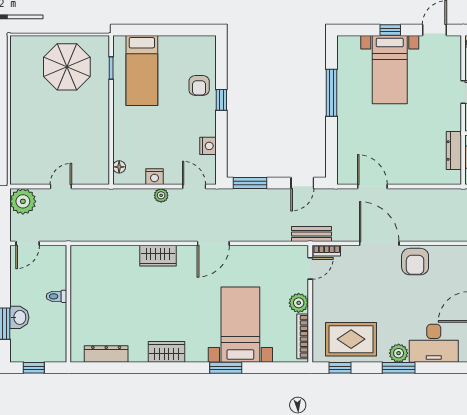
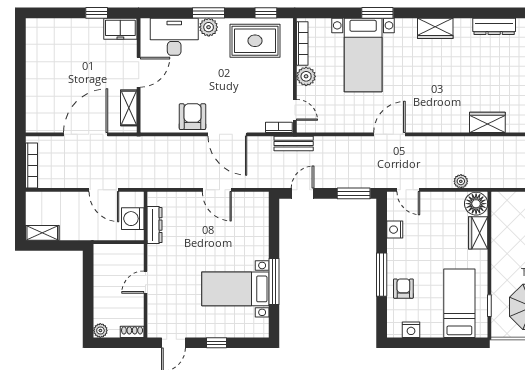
bed with nightstands: (390, 70) -> (235, 289), moved, turned -90
window: (221, 100) -> (382, 275), width x2.17
wardrobe: (123, 142) -> (478, 233), added
floor lamp: (119, 167) -> (476, 204), width x1.89, depth x1.89
nightstand: (154, 177) -> (411, 330), moved, turned 180
door: (372, 186) -> (217, 190), moved
plant: (161, 195) -> (461, 181), moved
wardrobe: (158, 256) -> (487, 122), moved
door: (310, 268) -> (295, 110), swing flipped

